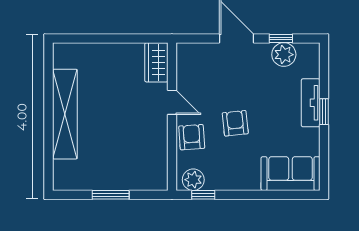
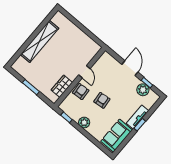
wardrobe: (156, 62) -> (62, 86), moved
sofa: (290, 174) -> (117, 136), moved, turned -90
plant: (193, 180) -> (84, 122), moved

